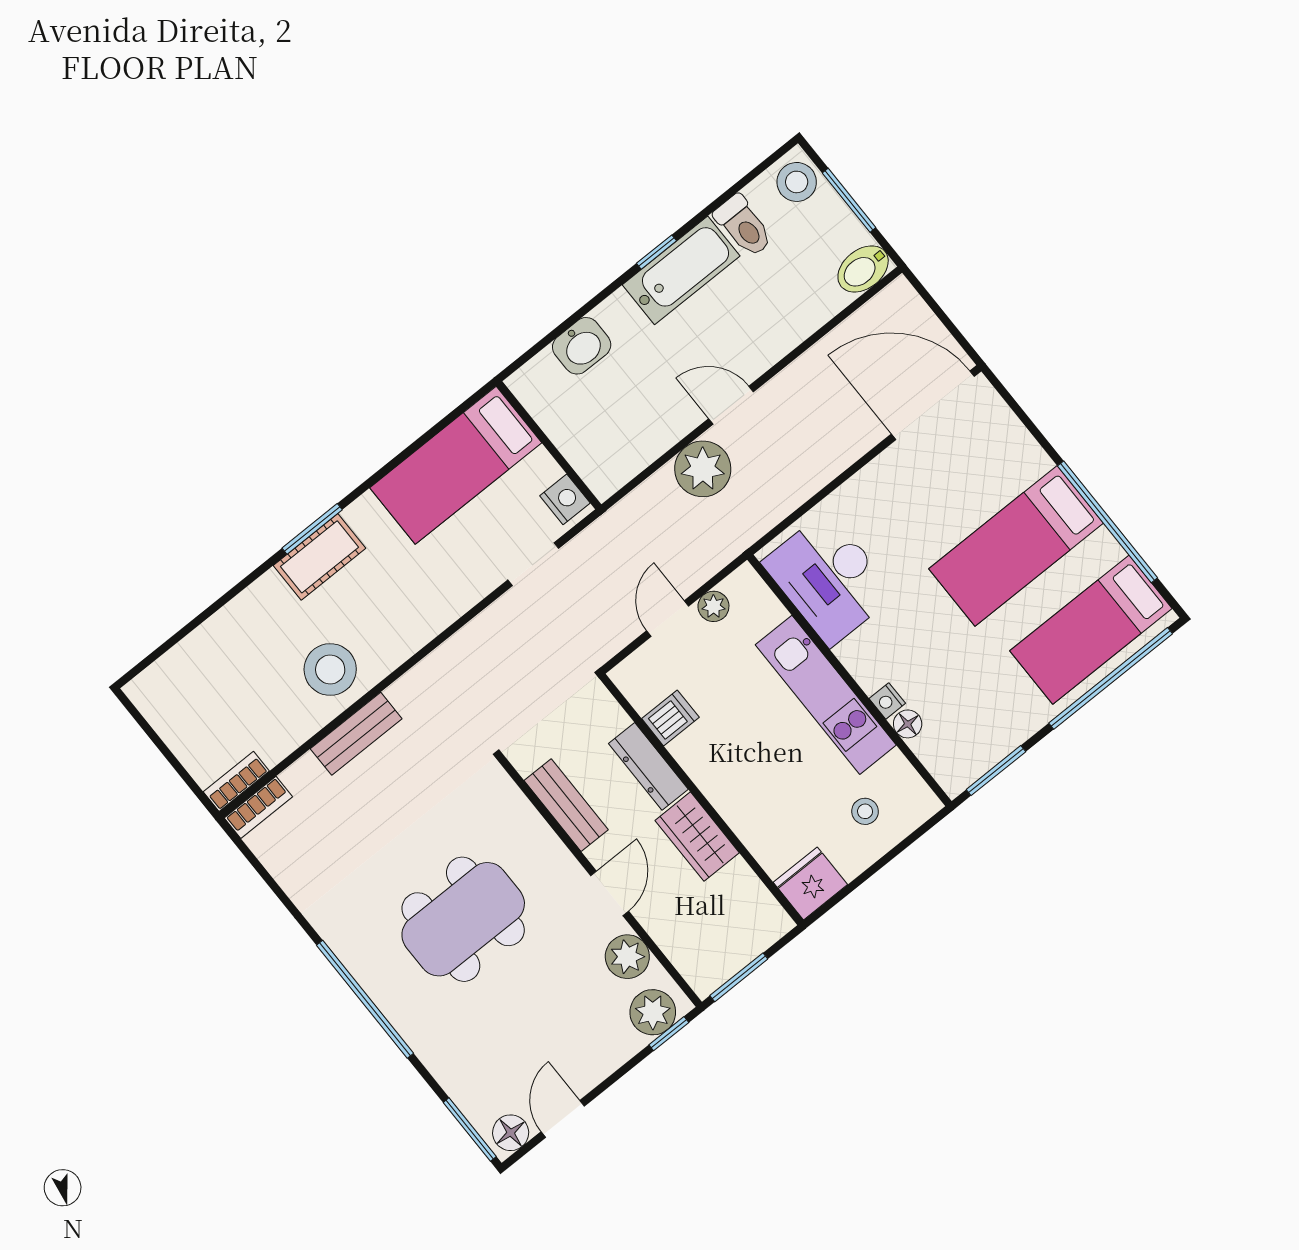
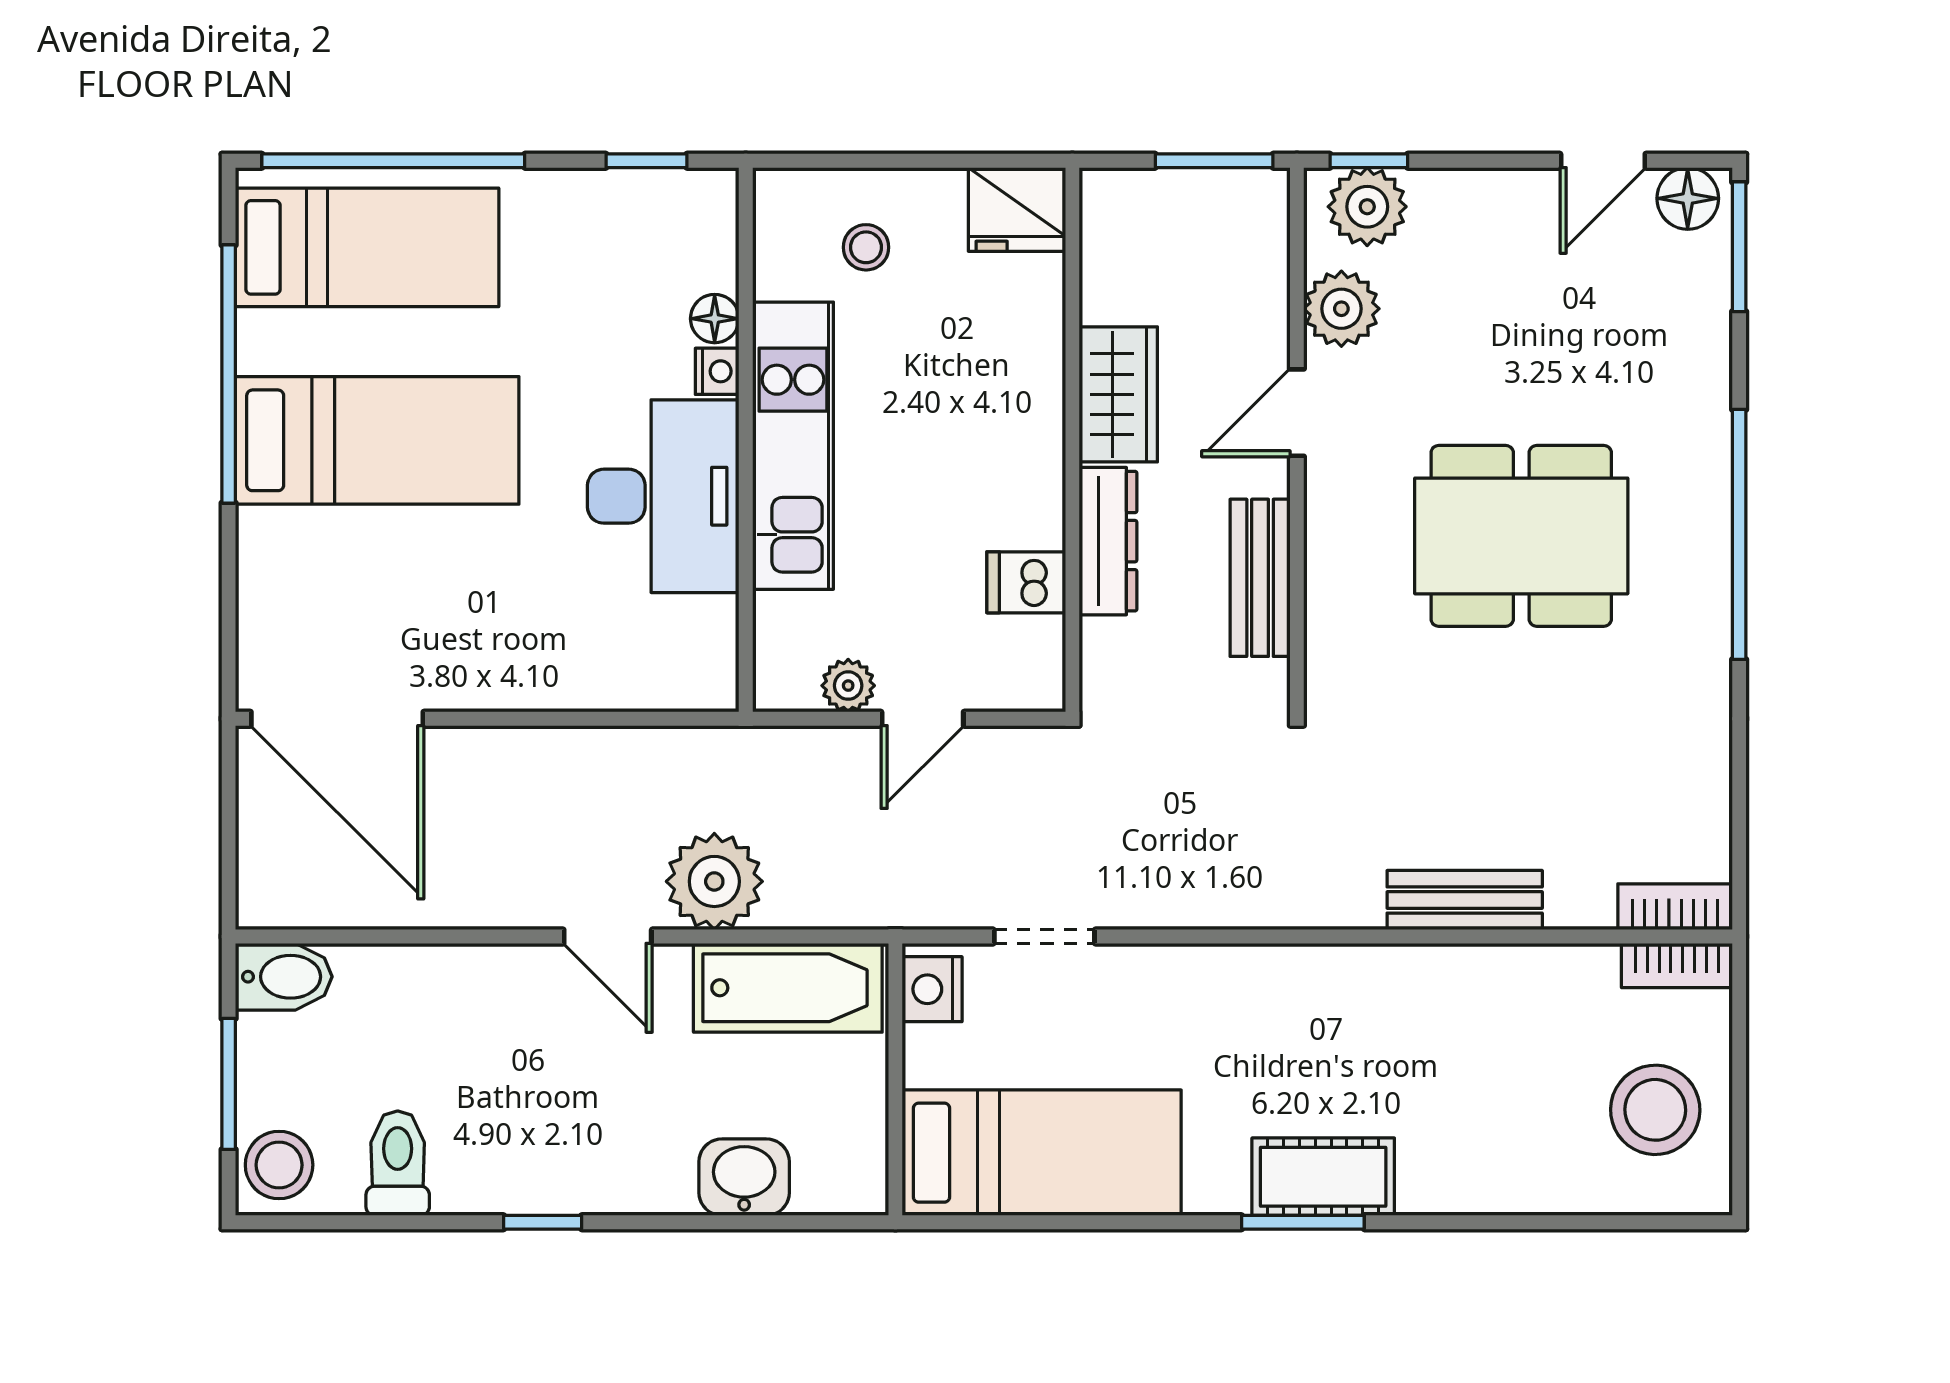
bathtub: (681, 270) -> (788, 988), moved, turned 180
desk: (829, 578) -> (663, 496), moved
stool: (330, 669) -> (1655, 1110), moved
window: (996, 771) -> (646, 161), width x0.67

